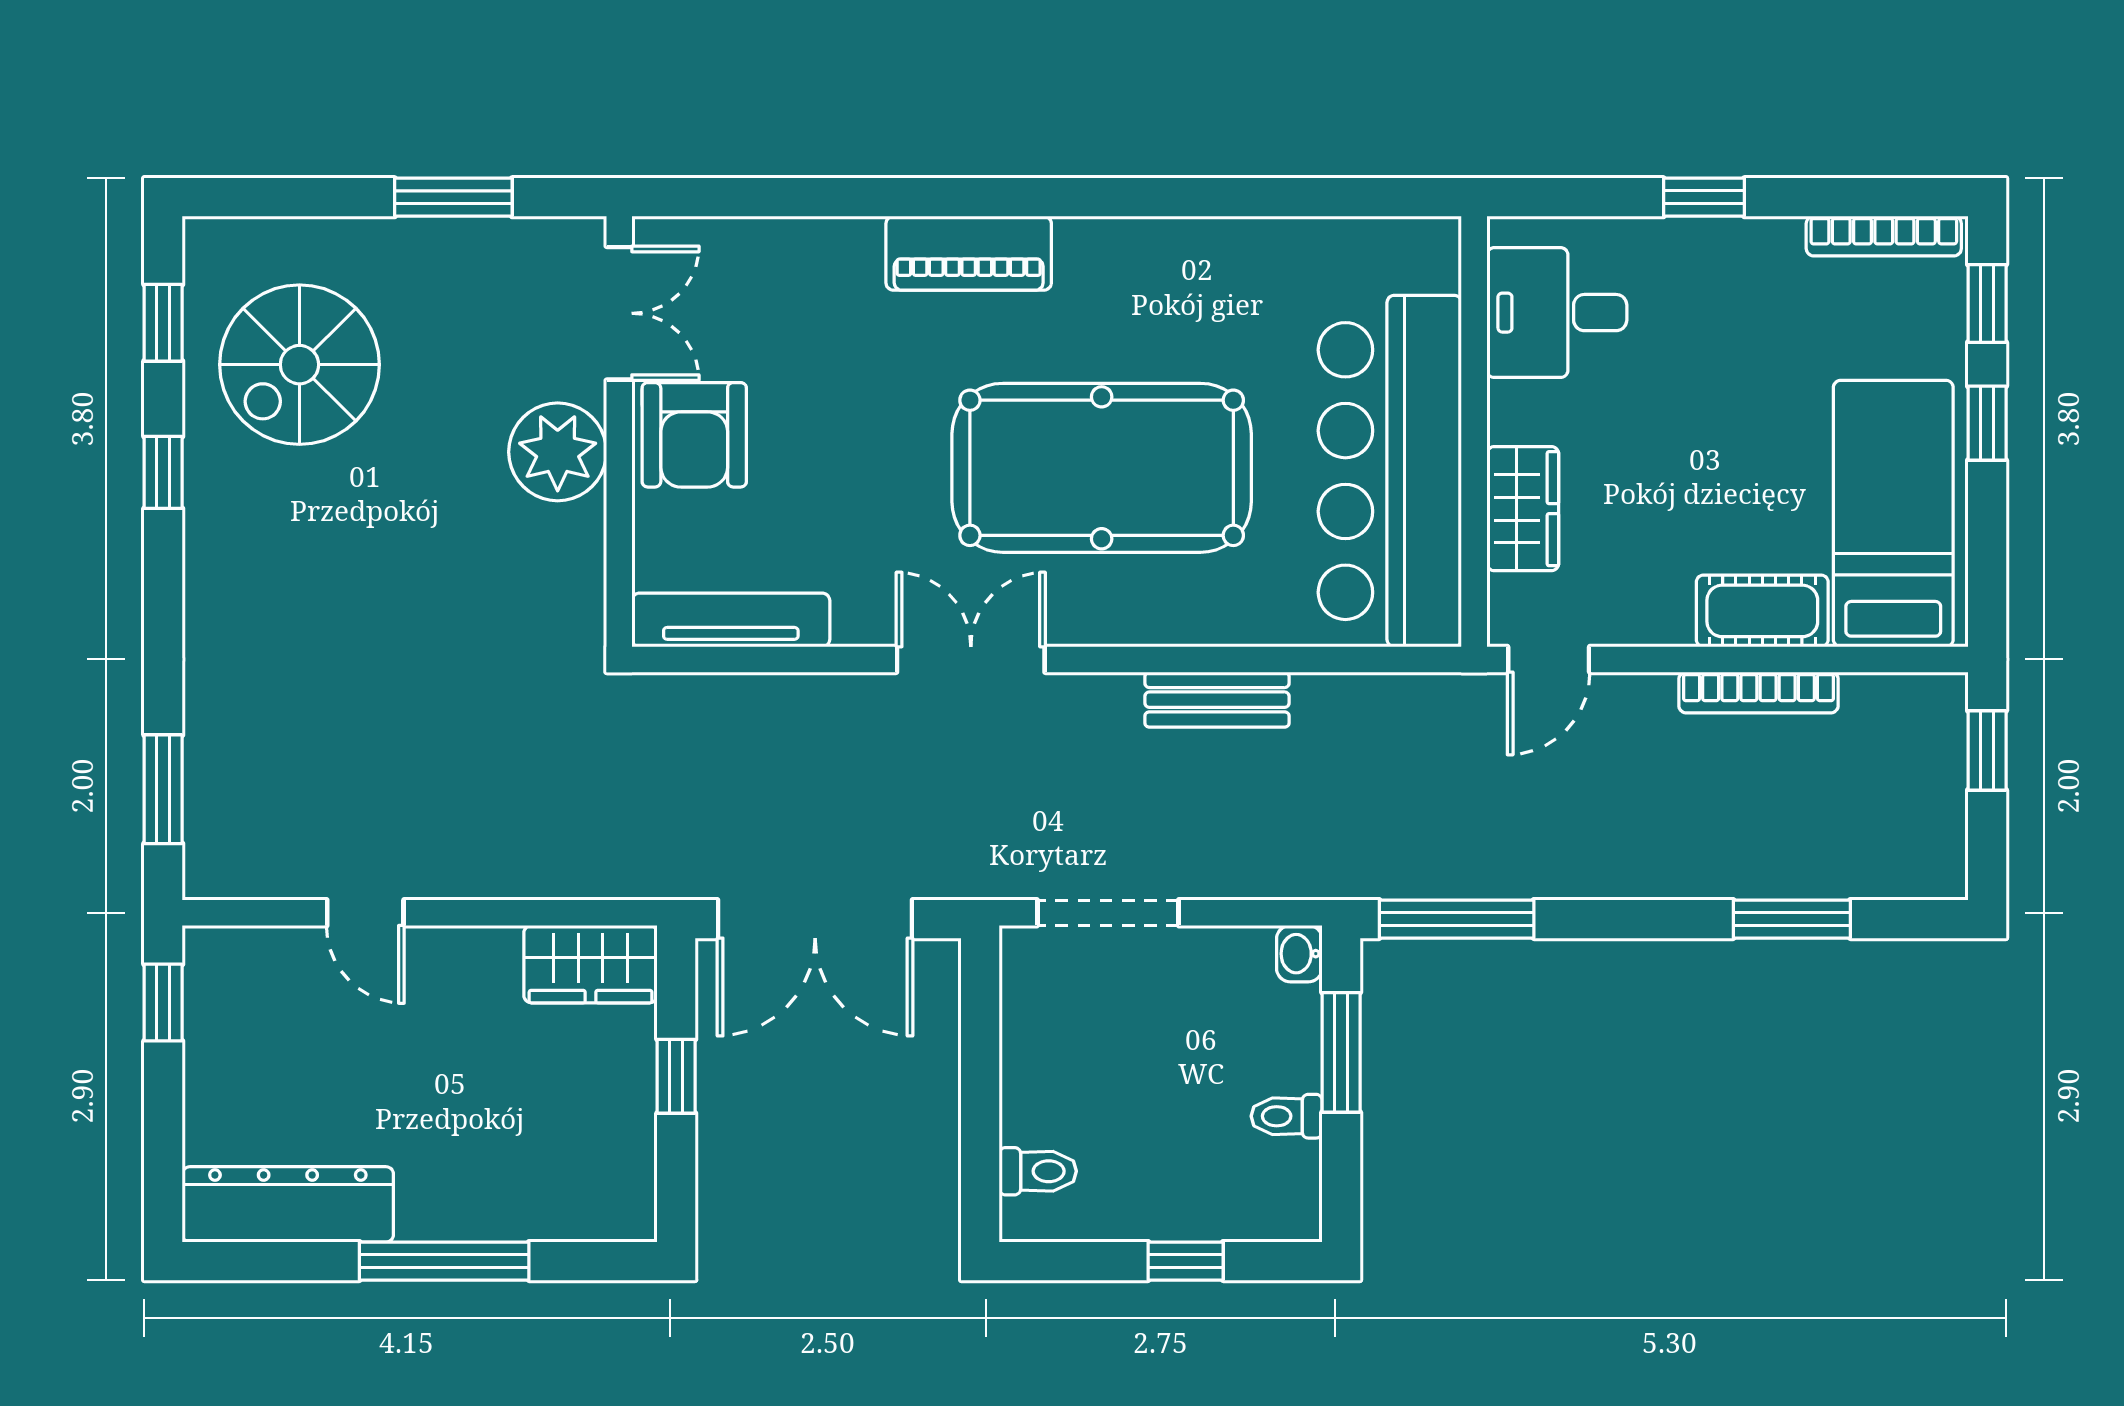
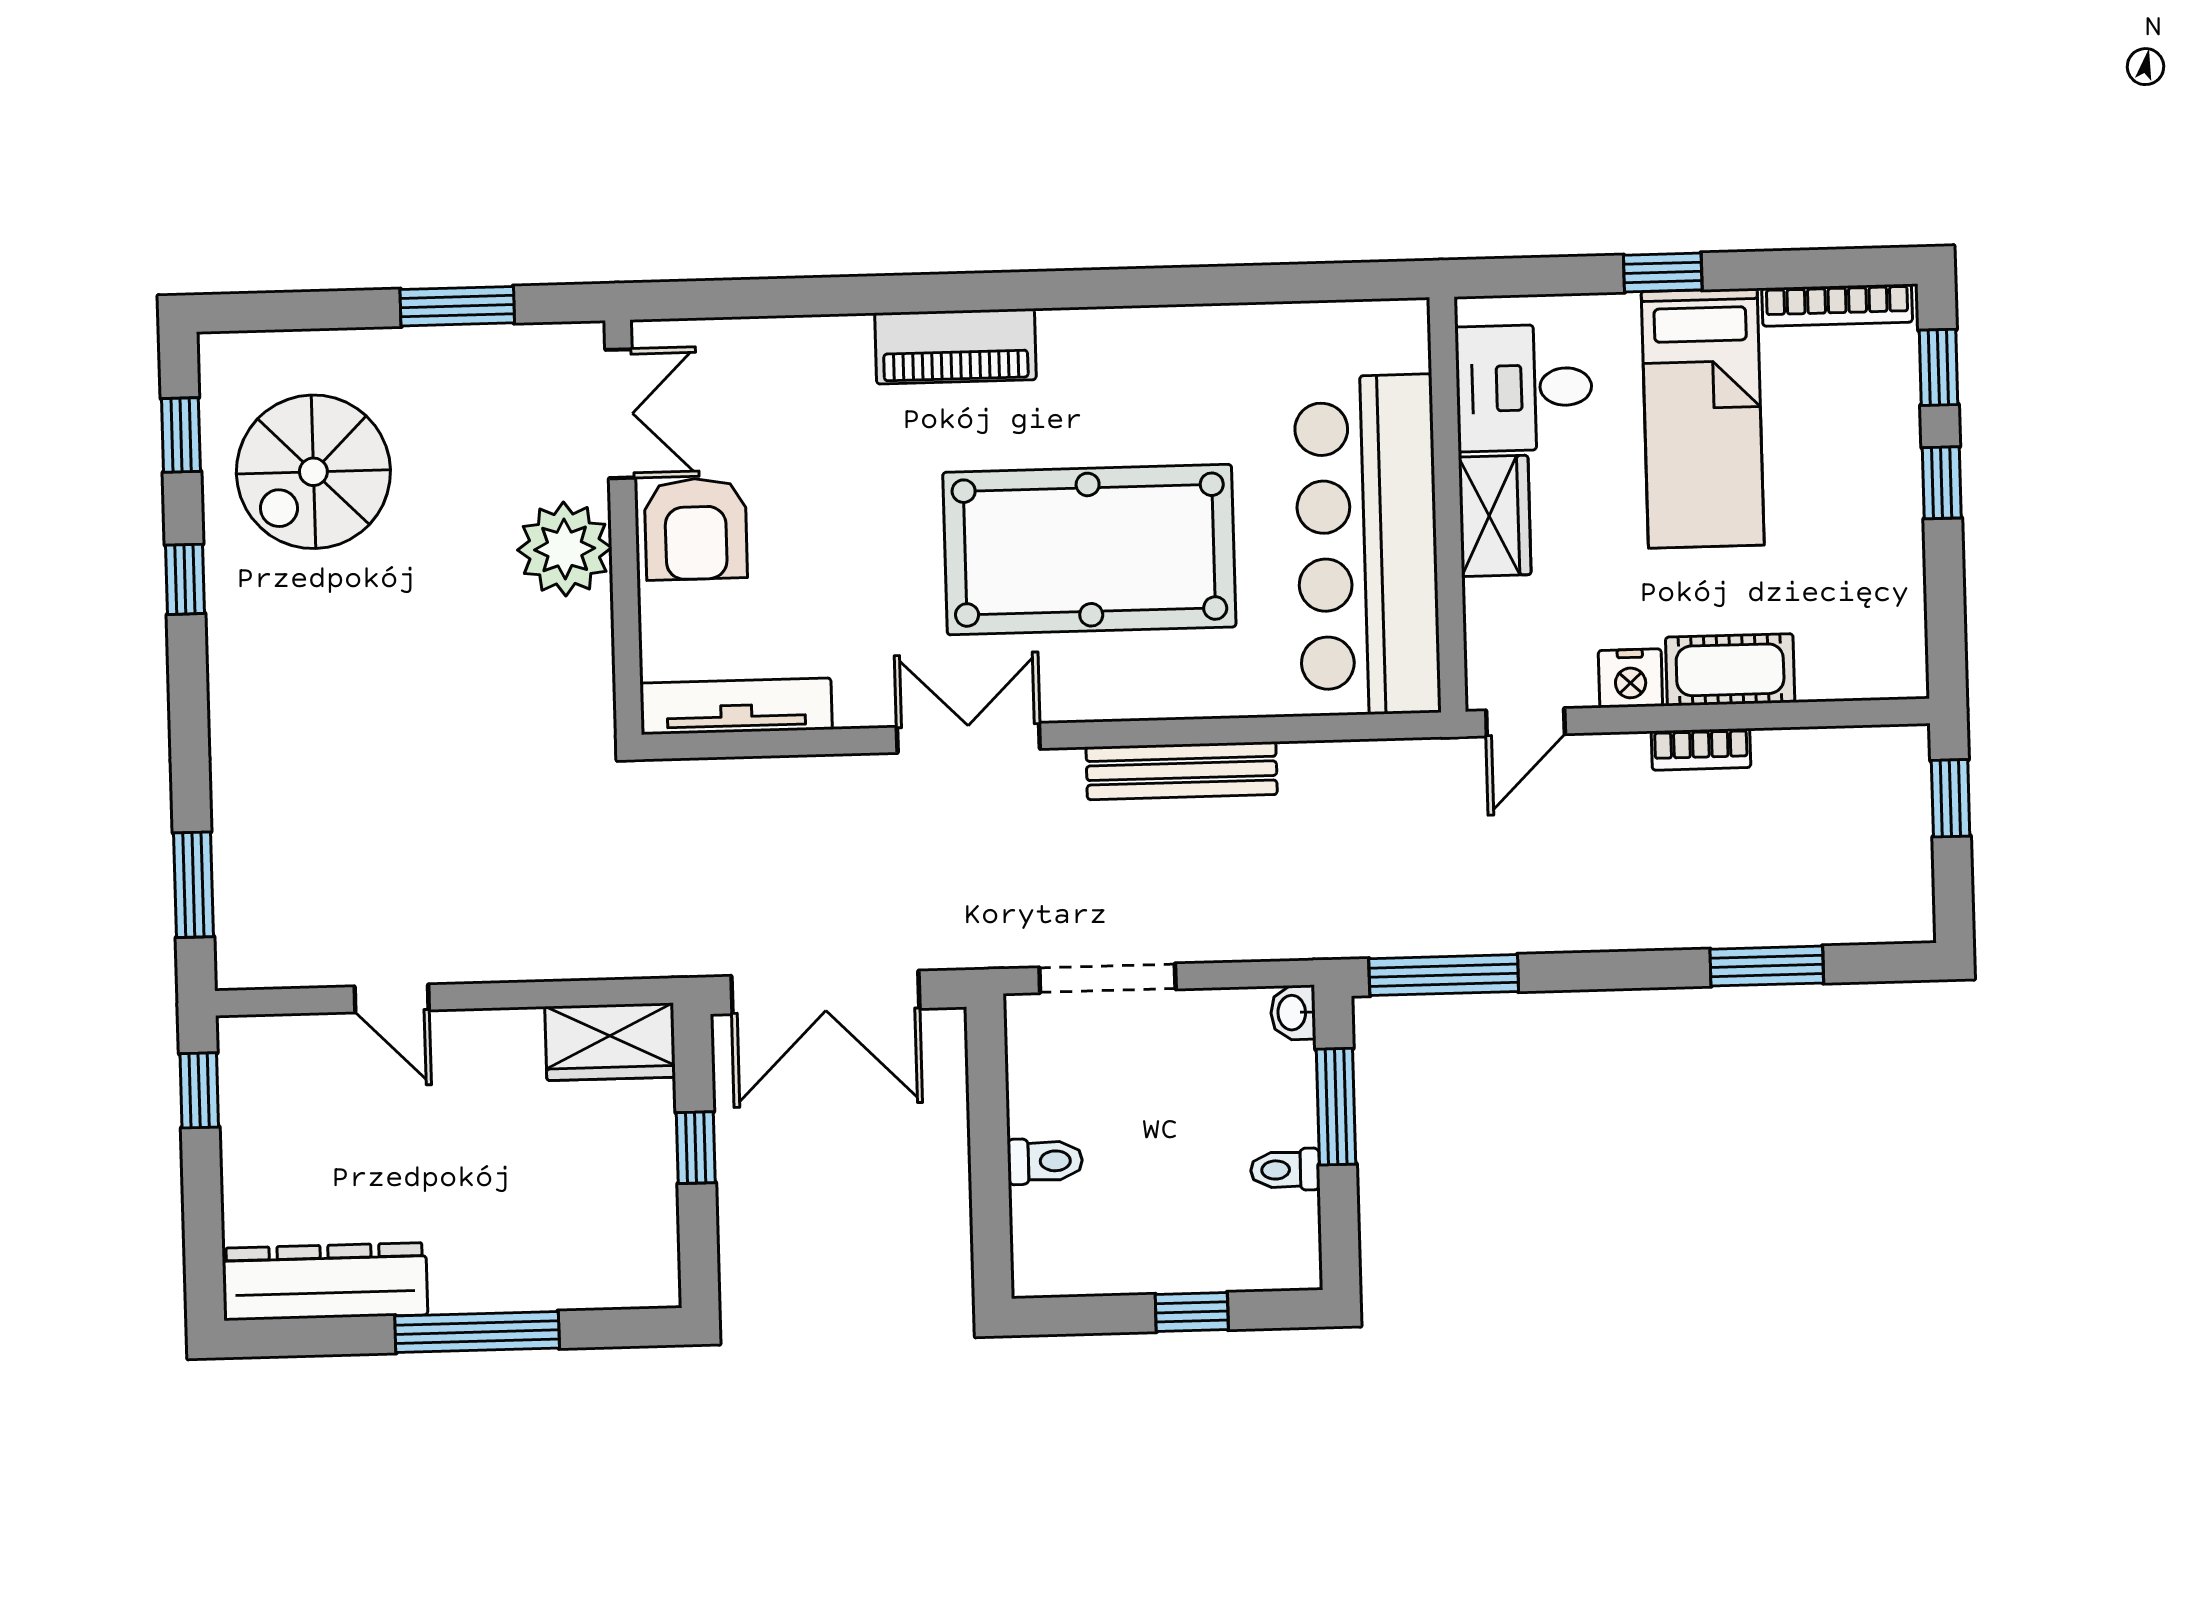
wardrobe: (1523, 509) -> (1495, 516), moved
bed: (1893, 514) -> (1703, 418), moved, turned 180
nightstand: (1659, 617) -> (1630, 678), added
bookcase: (1758, 693) -> (1701, 749), width x0.64
bench: (1217, 700) -> (1182, 771), width x1.36
toilet: (1038, 1171) -> (1045, 1161), moved

